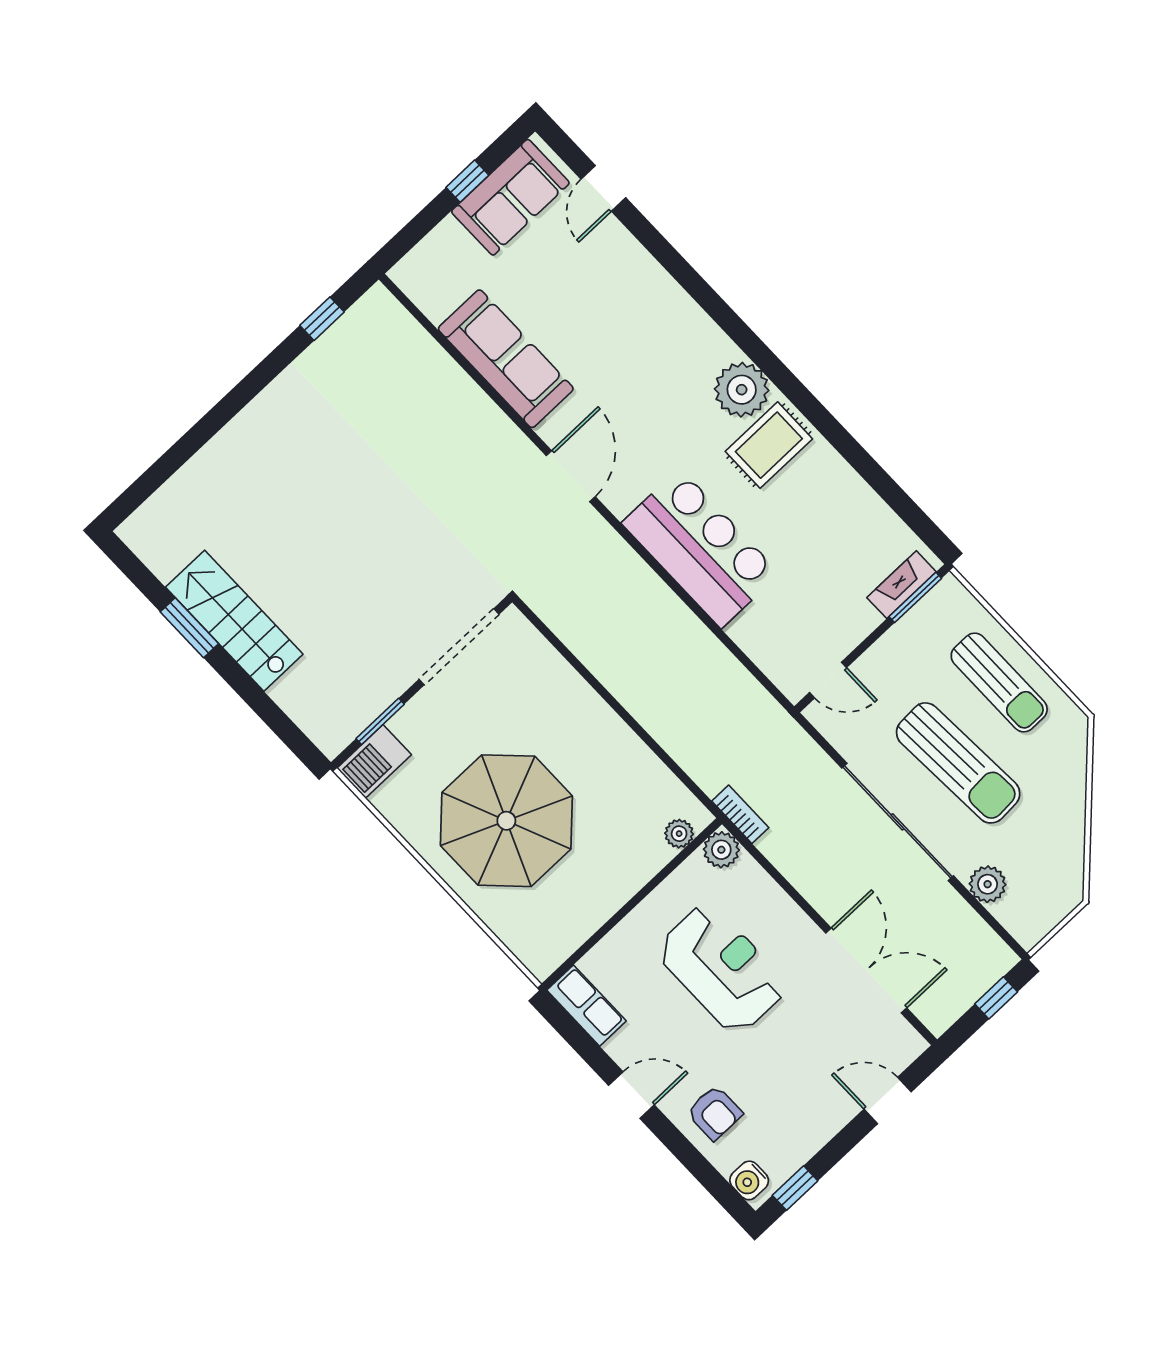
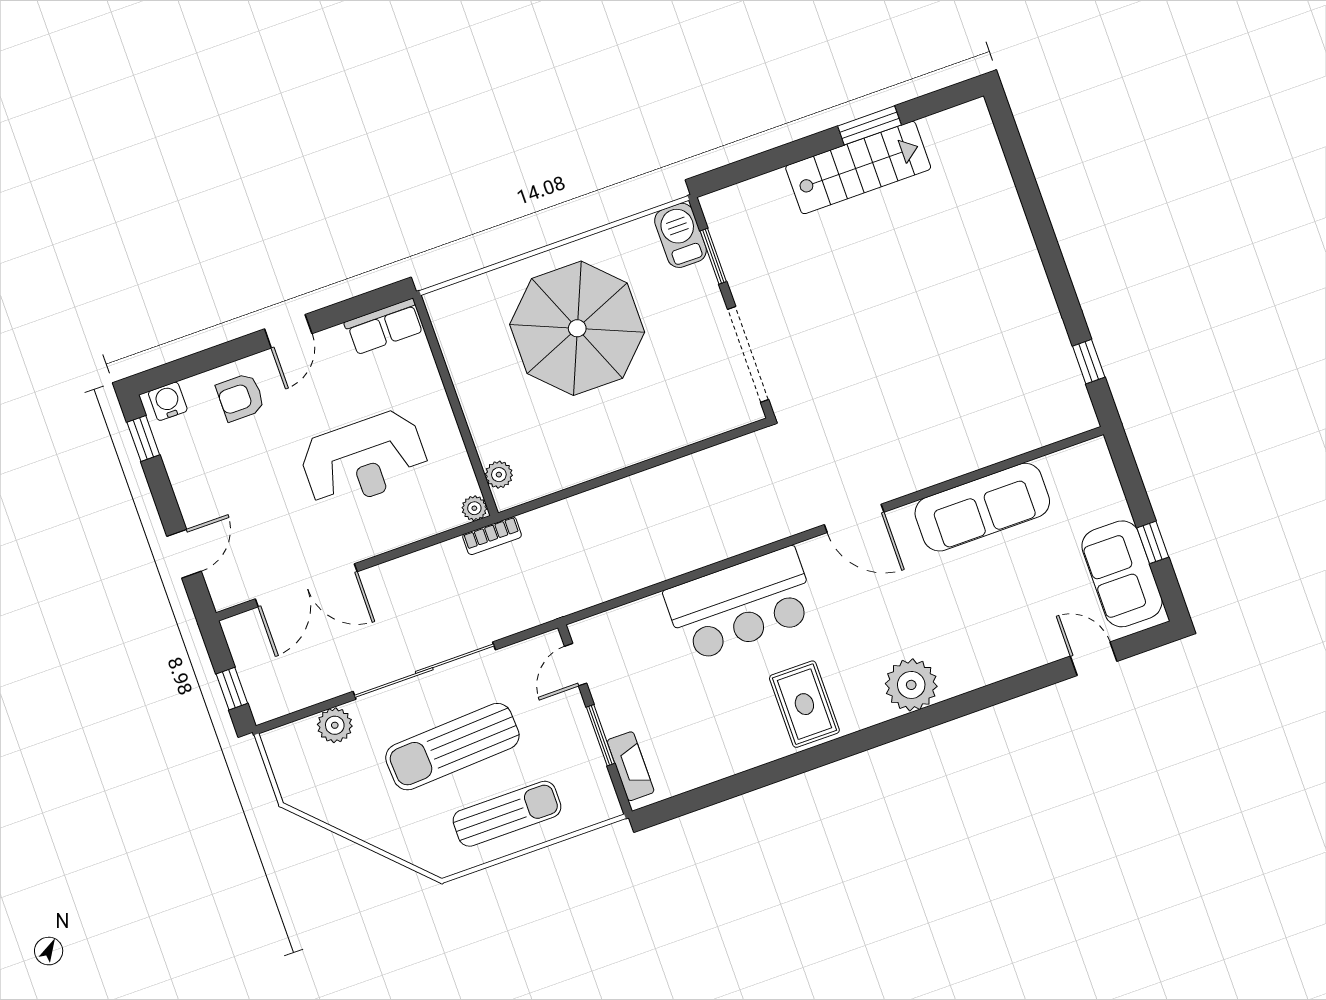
plant: (742, 390) -> (911, 685), moved
window: (915, 597) -> (601, 735), moved
sun lounger: (999, 683) -> (507, 814), turned 180
plant: (721, 850) -> (474, 508), width x0.73, depth x0.73

